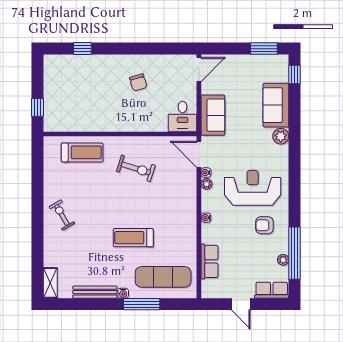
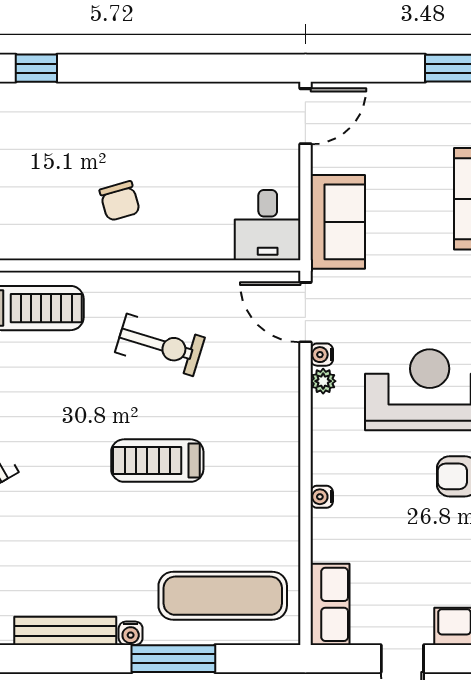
chair: (138, 82) -> (120, 201), moved
water cooler: (206, 218) -> (322, 497), moved
treadmill: (133, 238) -> (157, 461), moved
row of seats: (209, 261) -> (330, 604), moved

